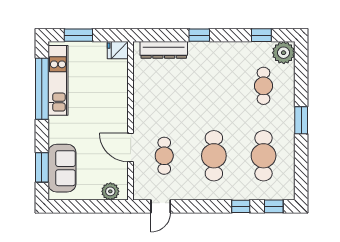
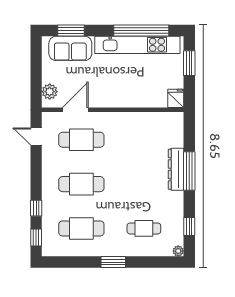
window: (199, 35) -> (189, 171), width x2.17
dresser: (164, 50) -> (176, 169), moved
plant: (284, 53) -> (178, 251), width x0.53, depth x0.53
kitchen unit: (58, 80) -> (137, 45), width x1.36
door: (131, 148) -> (75, 110), moved
cafe table: (164, 156) -> (81, 140), width x1.37, depth x1.35

